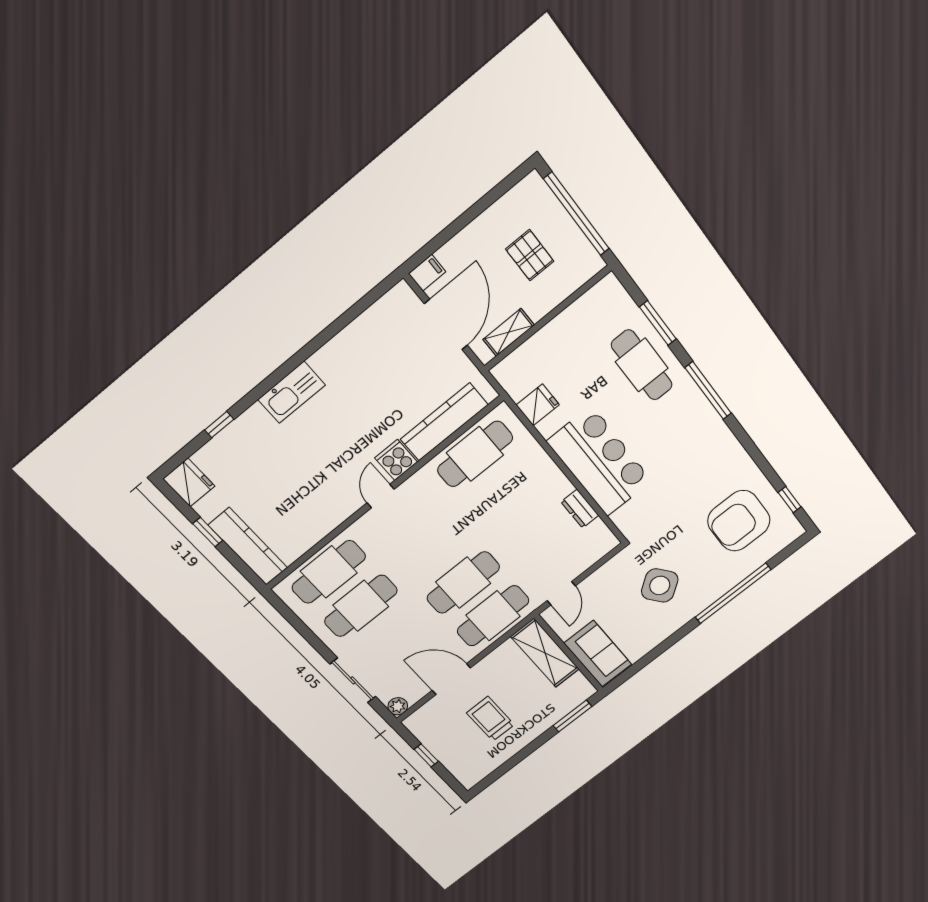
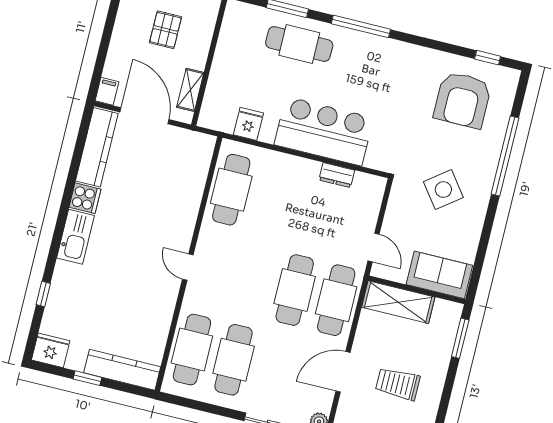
pallet: (530, 255) -> (166, 30), turned 90
kitchen counter: (444, 422) -> (97, 147), moved, turned 180
cooker: (396, 460) -> (85, 198), moved, turned 180

